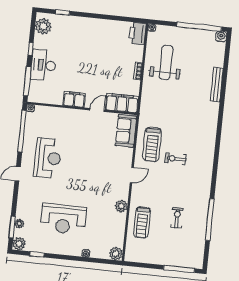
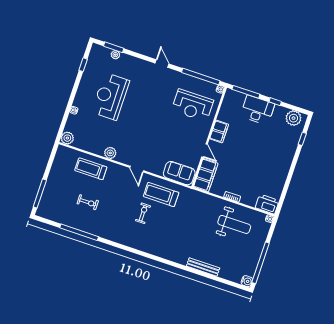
reception desk: (48, 158) -> (192, 105), moved
plant: (19, 244) -> (97, 50), removed

